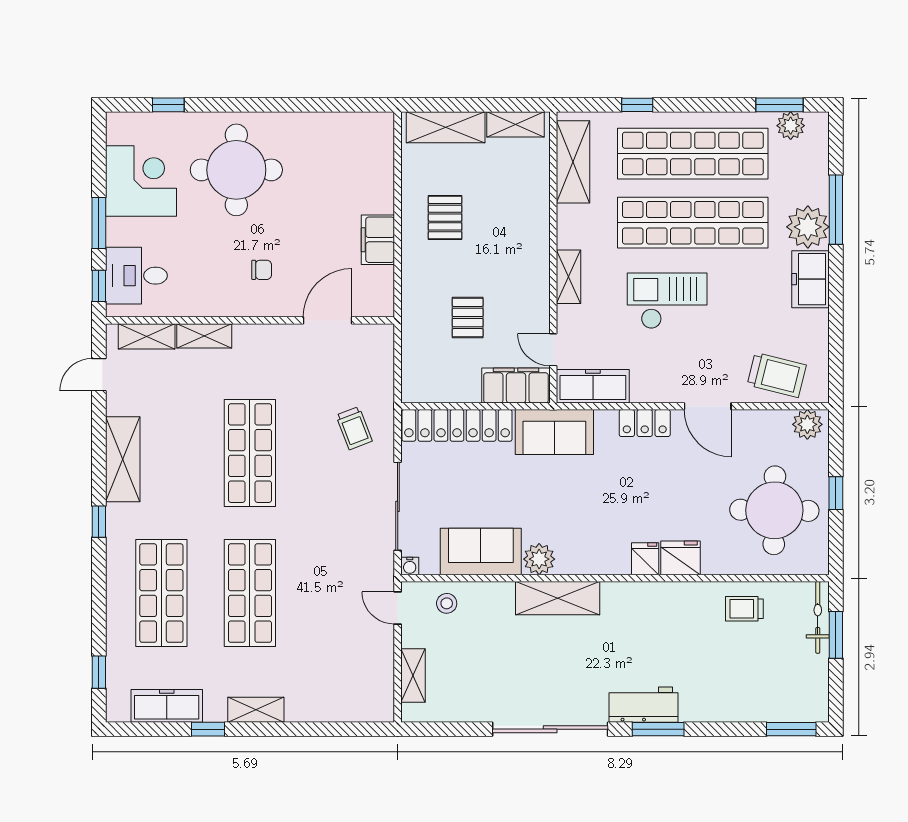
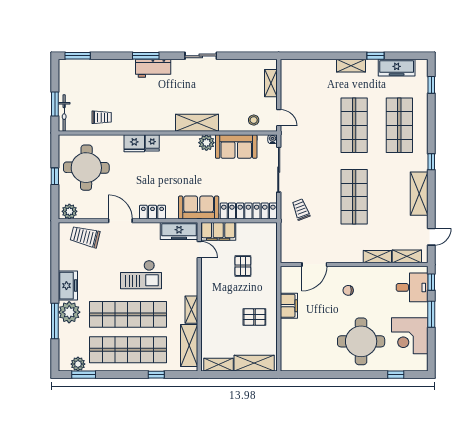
pallet: (445, 218) -> (254, 317), turned 90
shelving: (569, 277) -> (191, 310), moved
sliding door: (550, 729) -> (201, 56), width x0.54

